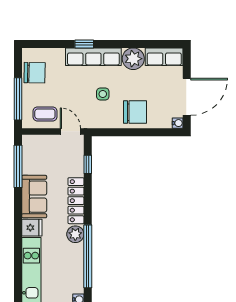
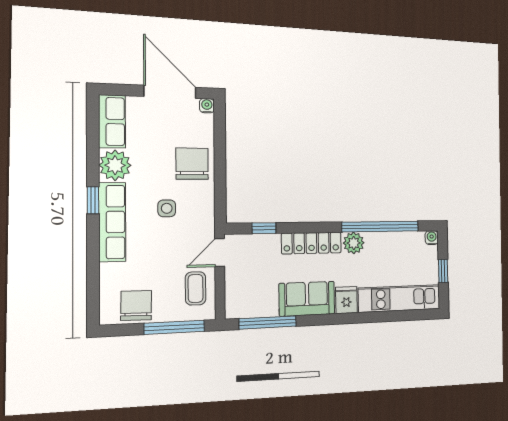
window: (84, 44) -> (93, 200), moved

